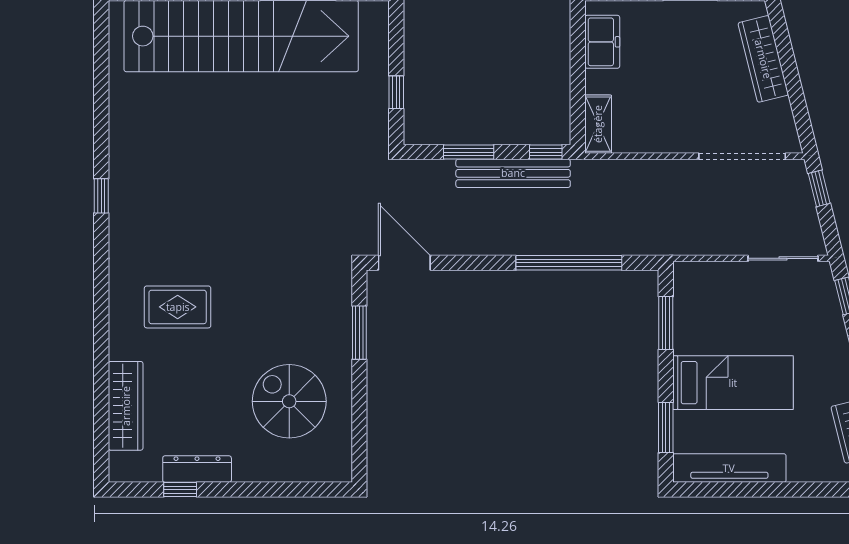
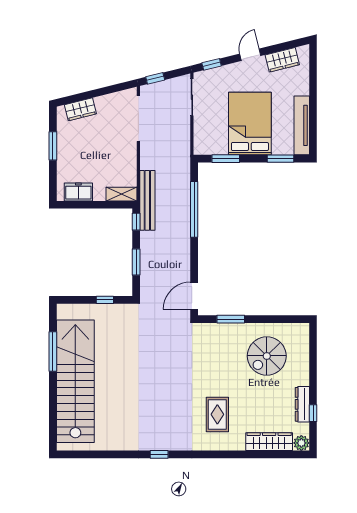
wardrobe: (763, 59) -> (80, 109), width x0.67
bench: (513, 173) -> (147, 200), moved
bed: (733, 383) -> (250, 124), width x1.50
plant: (123, 467) -> (301, 443), added

